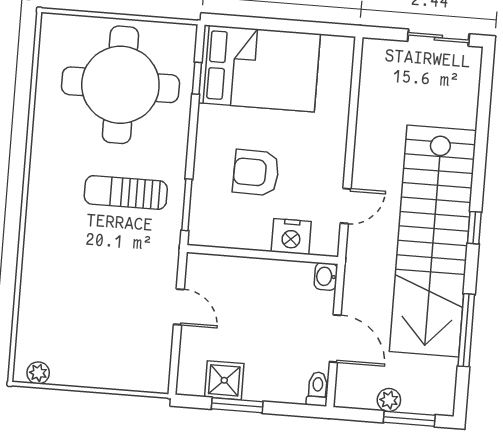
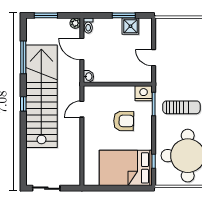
nightstand: (291, 237) -> (144, 93), moved
plant: (389, 400) -> (75, 23), moved

